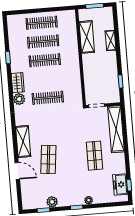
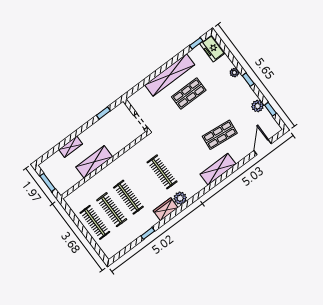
shelving: (87, 37) -> (94, 162), moved
shelving: (116, 129) -> (170, 75), moved
door: (17, 171) -> (263, 147), moved
freezer: (120, 185) -> (212, 48), moved, turned 90

